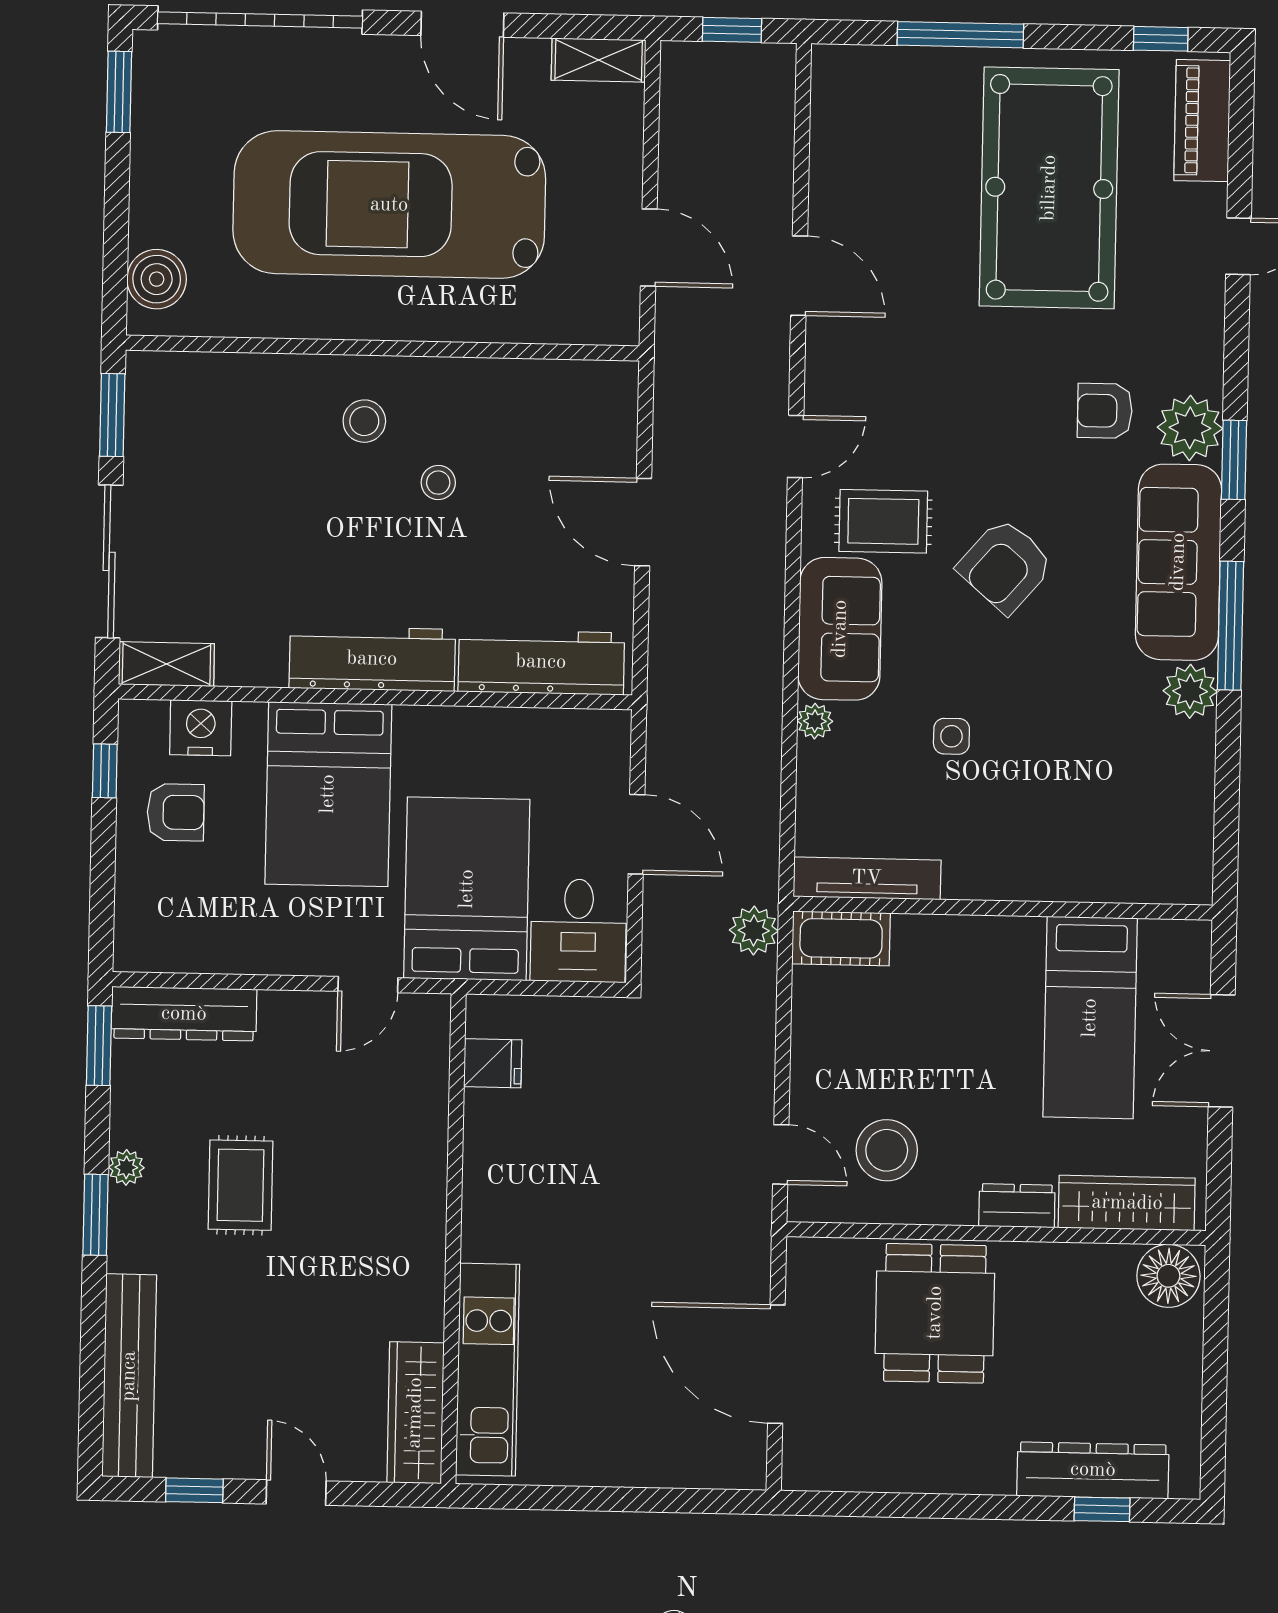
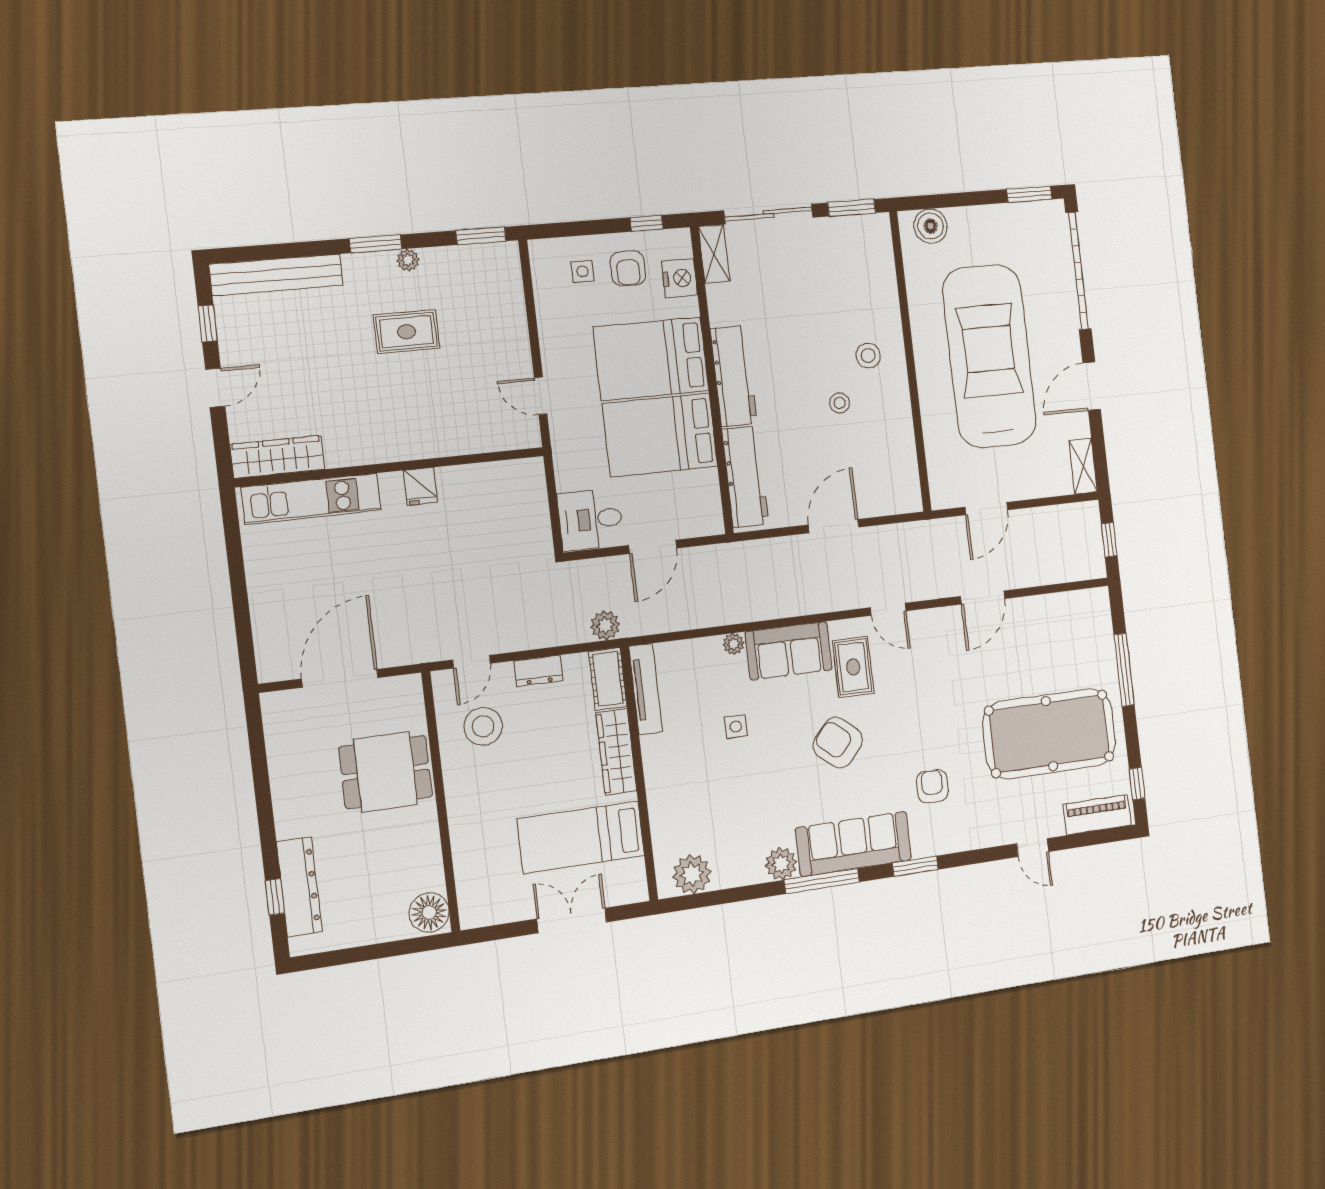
plant: (1190, 428) -> (692, 874), moved
side table: (173, 888) -> (582, 271), added
bed: (467, 889) -> (660, 435), moved, turned 180
dresser: (184, 1014) -> (508, 286), removed
fridge: (493, 1063) -> (420, 486), moved
wardrobe: (1127, 1203) -> (616, 752), moved, turned 180
dresser: (1017, 1206) -> (539, 671), moved, turned 90

